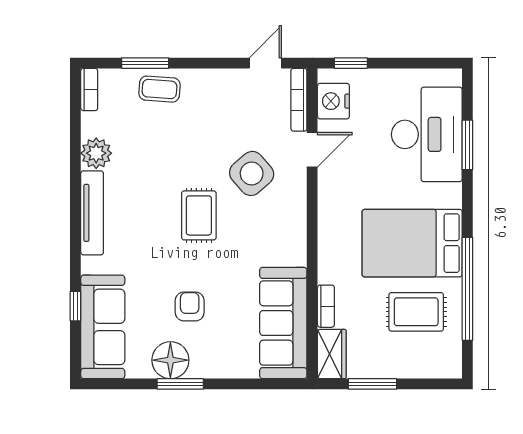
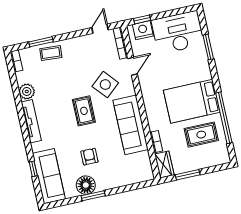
nightstand: (333, 101) -> (143, 30), moved, turned 90
desk: (427, 134) -> (178, 32), moved, turned -90
sofa: (283, 323) -> (131, 125), moved

